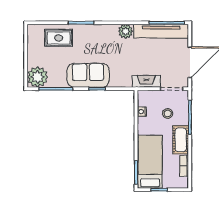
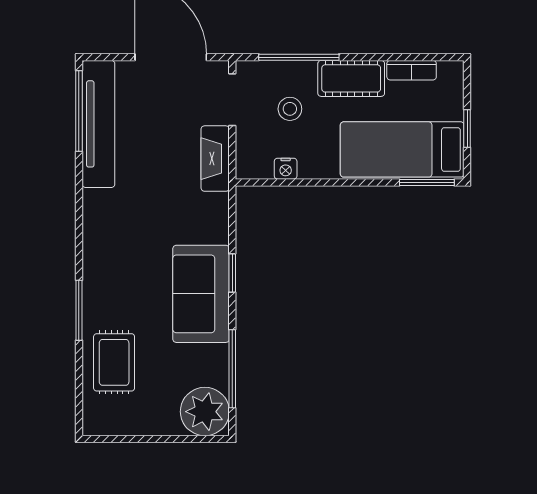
plant: (126, 31) -> (99, 207), removed

